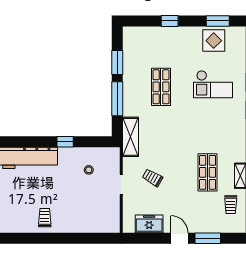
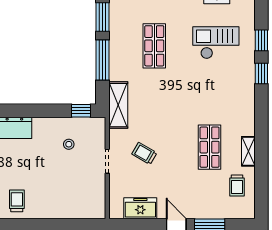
checkout: (213, 84) -> (216, 43), turned 180
window: (65, 142) -> (81, 111), moved

